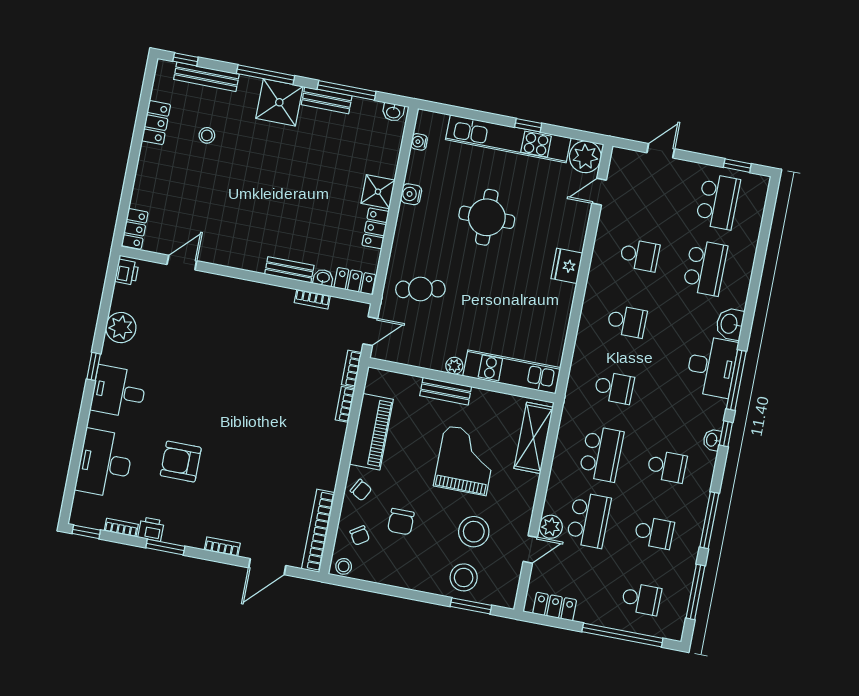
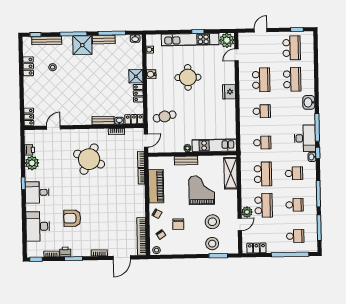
school desk: (640, 255) -> (261, 80), width x1.85
printer: (127, 272) -> (30, 150), moved
round table: (242, 345) -> (89, 159), added
desk: (712, 366) -> (305, 138), moved

